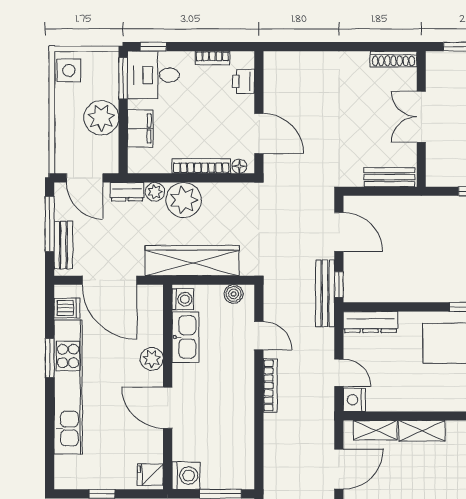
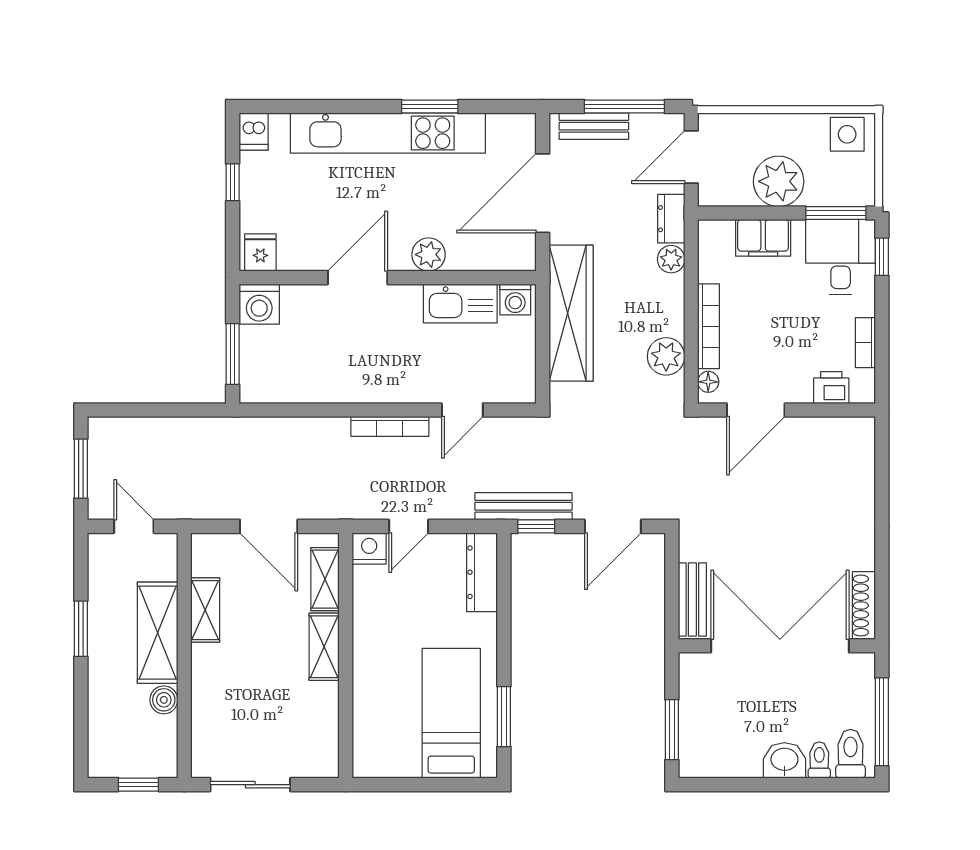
double door: (421, 117) -> (780, 646), width x1.87
plant: (184, 200) -> (666, 356), moved, width x0.73, depth x0.73
boiler: (234, 294) -> (523, 373), removed
dishwasher: (67, 308) -> (254, 132), moved

